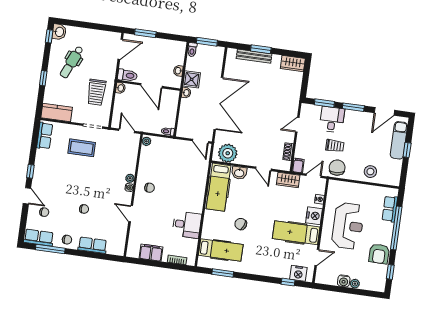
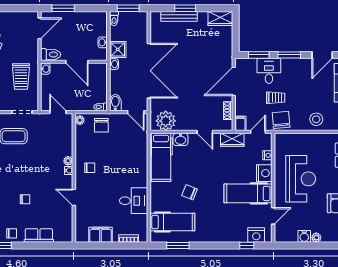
door: (297, 125) -> (234, 81), width x1.87
bidet: (182, 129) -> (115, 103), added
chair: (166, 149) -> (101, 125), added

